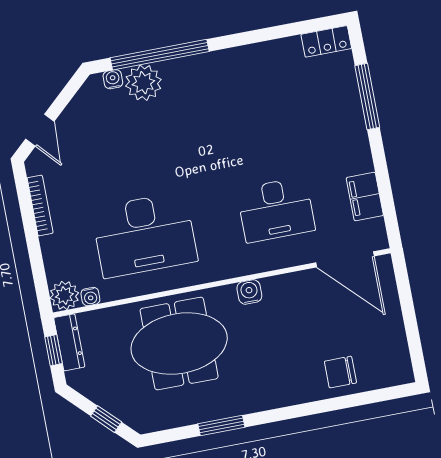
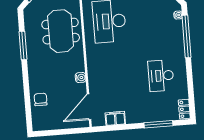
plant: (143, 83) -> (175, 28), removed
desk: (276, 210) -> (161, 76), moved
water cooler: (249, 292) -> (81, 78), moved
window: (221, 426) -> (23, 45), width x1.44

